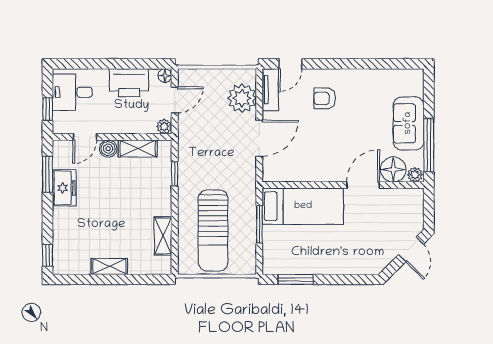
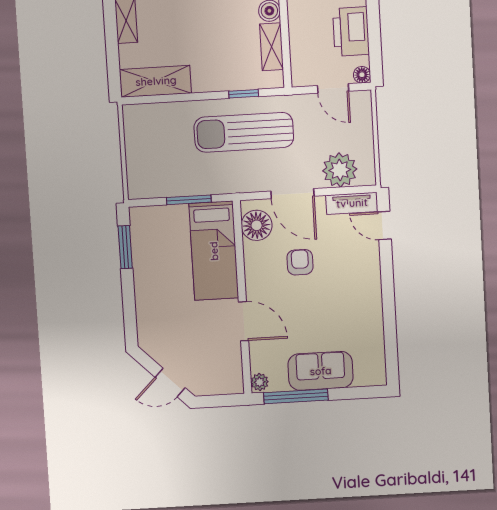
armchair: (325, 98) -> (300, 262), moved
plant: (164, 127) -> (300, 78), removed
floor lamp: (393, 169) -> (257, 225), moved
sun lounger: (213, 230) -> (244, 132), moved
shelving: (163, 236) -> (156, 81), width x1.50, depth x1.33

